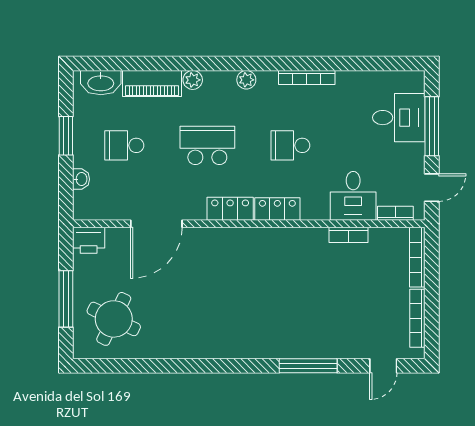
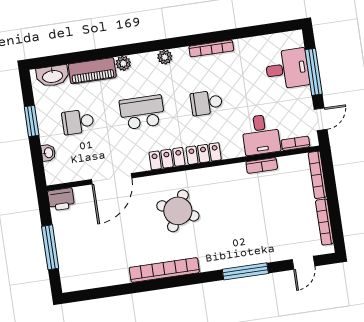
round table: (114, 319) -> (178, 211), moved
bookcase: (206, 349) -> (164, 270), added

